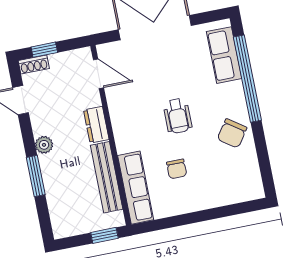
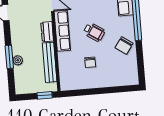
wheelchair: (178, 116) -> (94, 32), turned -57
plant: (44, 145) -> (18, 60), moved
row of seats: (136, 188) -> (62, 31), moved

